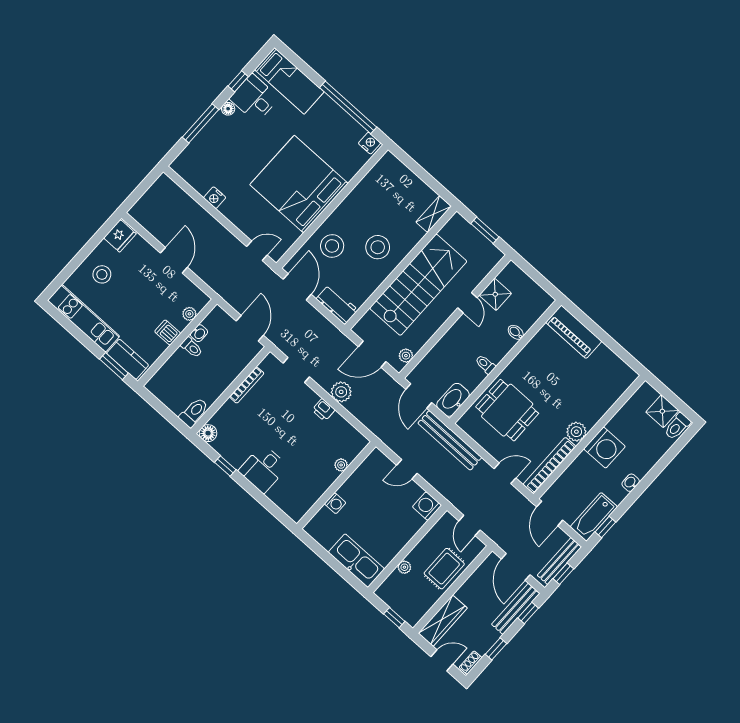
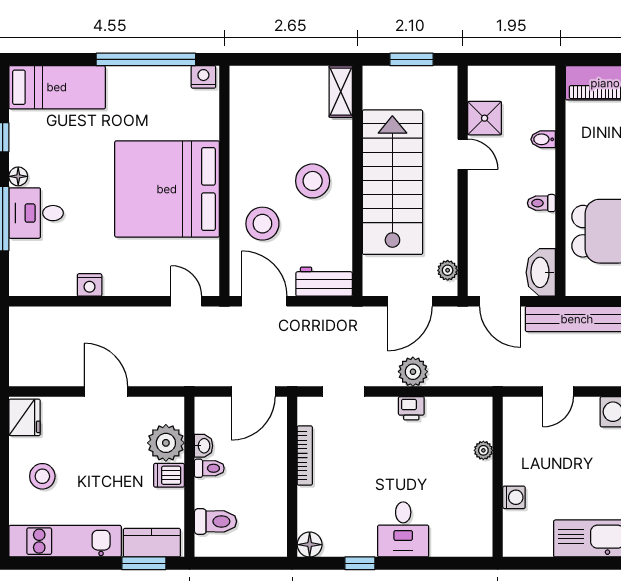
desk: (254, 98) -> (36, 213), moved
door: (257, 251) -> (186, 301), hinge flipped
plant: (189, 314) -> (166, 443), width x1.88, depth x1.88
door: (250, 328) -> (253, 392), swing flipped
toilet: (194, 412) -> (215, 521), moved, turned 90

